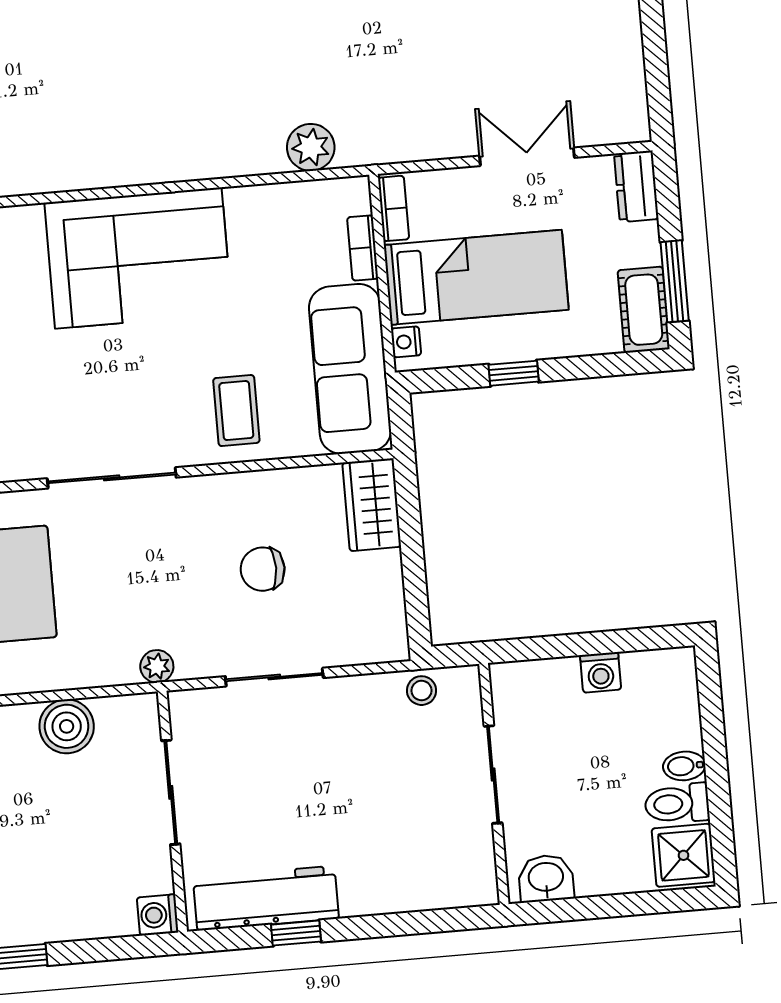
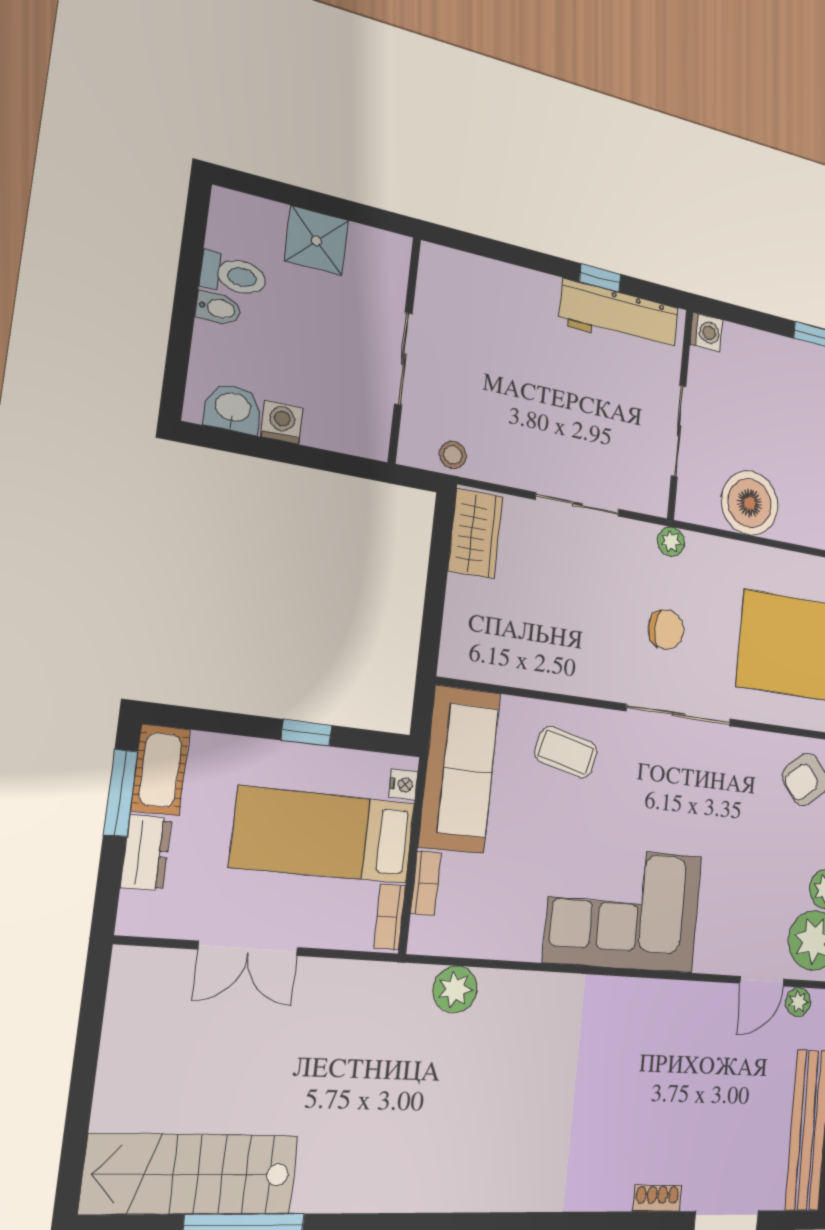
dresser: (636, 186) -> (146, 853), moved
coffee table: (236, 411) -> (566, 752), turned -76
wardrobe: (372, 505) -> (475, 533), moved
chair: (263, 569) -> (666, 629), moved
boiler: (67, 726) -> (750, 503), width x1.37, depth x1.37
shower: (684, 855) -> (316, 241), moved
washbasin: (546, 878) -> (233, 408), moved, turned 180

